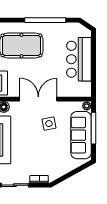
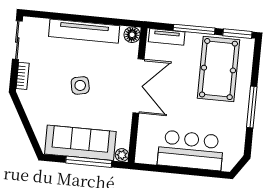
window: (45, 20) -> (252, 107), width x0.68
side table: (49, 124) -> (80, 85), moved

